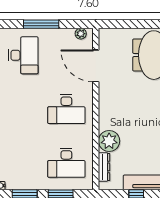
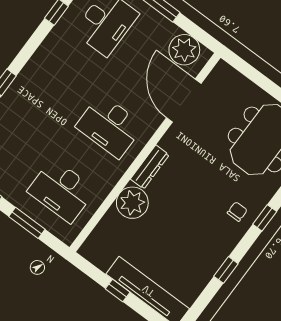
plant: (81, 34) -> (184, 50), width x1.87, depth x1.87
dresser: (104, 167) -> (150, 167), moved

